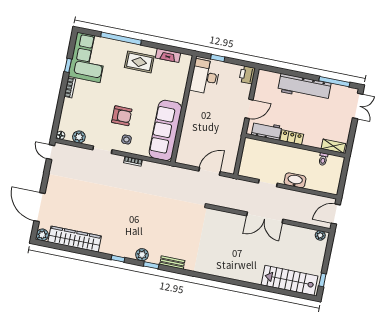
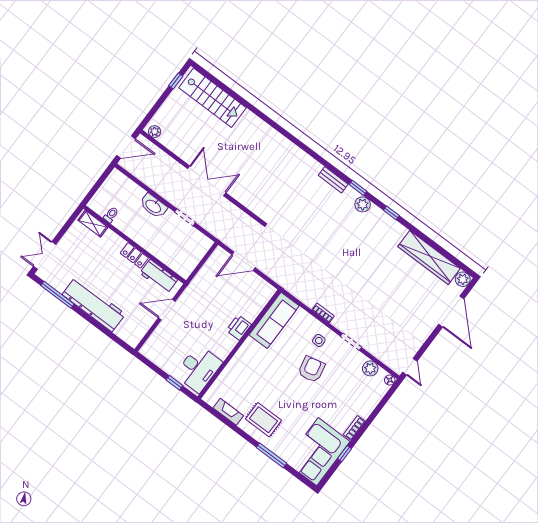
window: (121, 39) -> (271, 455), width x0.68
printer: (247, 75) -> (239, 327), moved, turned 180
armchair: (122, 116) -> (311, 369), turned 77
sofa: (165, 130) -> (274, 320), width x0.74, depth x0.79

